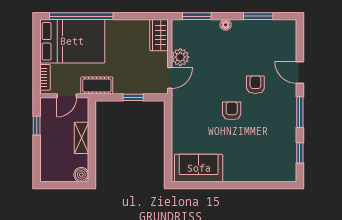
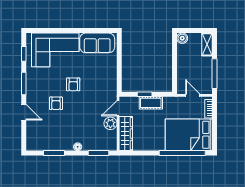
wardrobe: (159, 35) -> (126, 134), width x1.50
cot: (97, 86) -> (151, 103), moved
door: (67, 96) -> (193, 95), hinge flipped
window: (37, 126) -> (215, 74), width x2.17
shelving: (81, 138) -> (207, 44), moved
corner sofa: (257, 159) -> (55, 50), added

